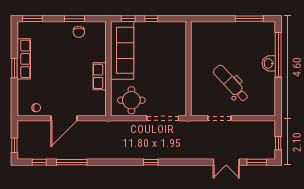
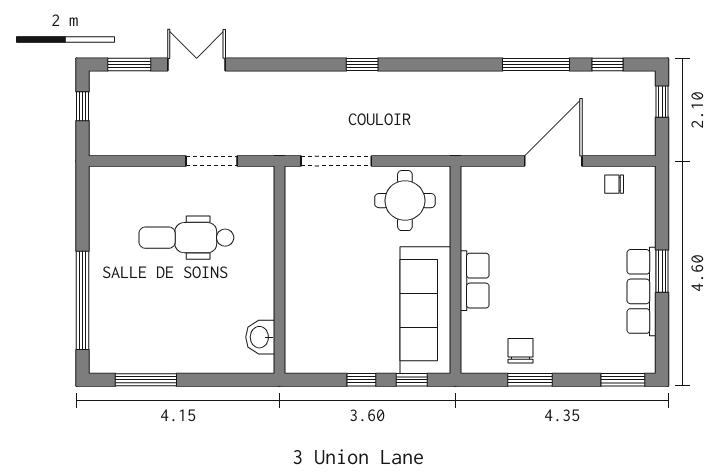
washbasin: (269, 63) -> (260, 337), moved, turned 180
row of seats: (100, 76) -> (475, 281), moved
dental chair: (231, 83) -> (186, 238), turned 133

